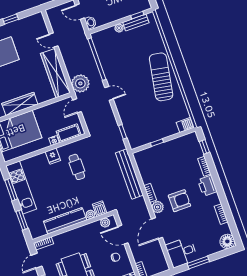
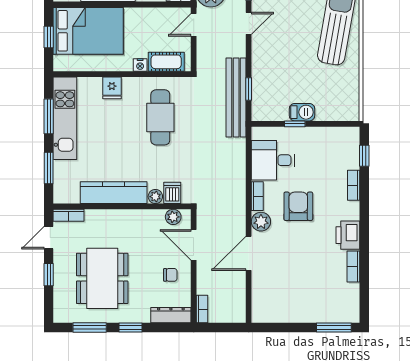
door: (109, 93) -> (249, 23), hinge flipped
barbecue: (185, 125) -> (302, 112), moved
fridge: (53, 156) -> (112, 88), moved
cafe table: (77, 167) -> (160, 117), width x1.37, depth x1.35
bench: (129, 174) -> (236, 98), moved
printer: (207, 186) -> (348, 235), moved
armchair: (179, 201) -> (298, 206), moved, turned -90
floor lamp: (227, 241) -> (348, 311), removed
desk: (182, 252) -> (273, 160), moved
window: (198, 262) -> (334, 328), moved

